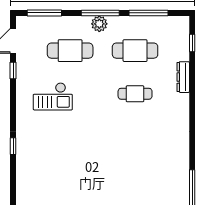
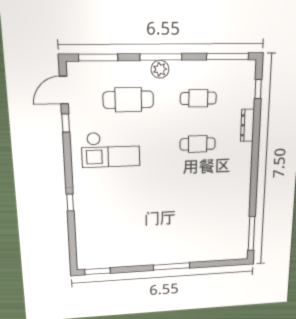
window: (148, 13) -> (228, 56), moved
cafe table: (135, 51) -> (198, 98), width x0.73, depth x0.74
checkout: (53, 96) -> (111, 150), width x1.36, depth x1.21

